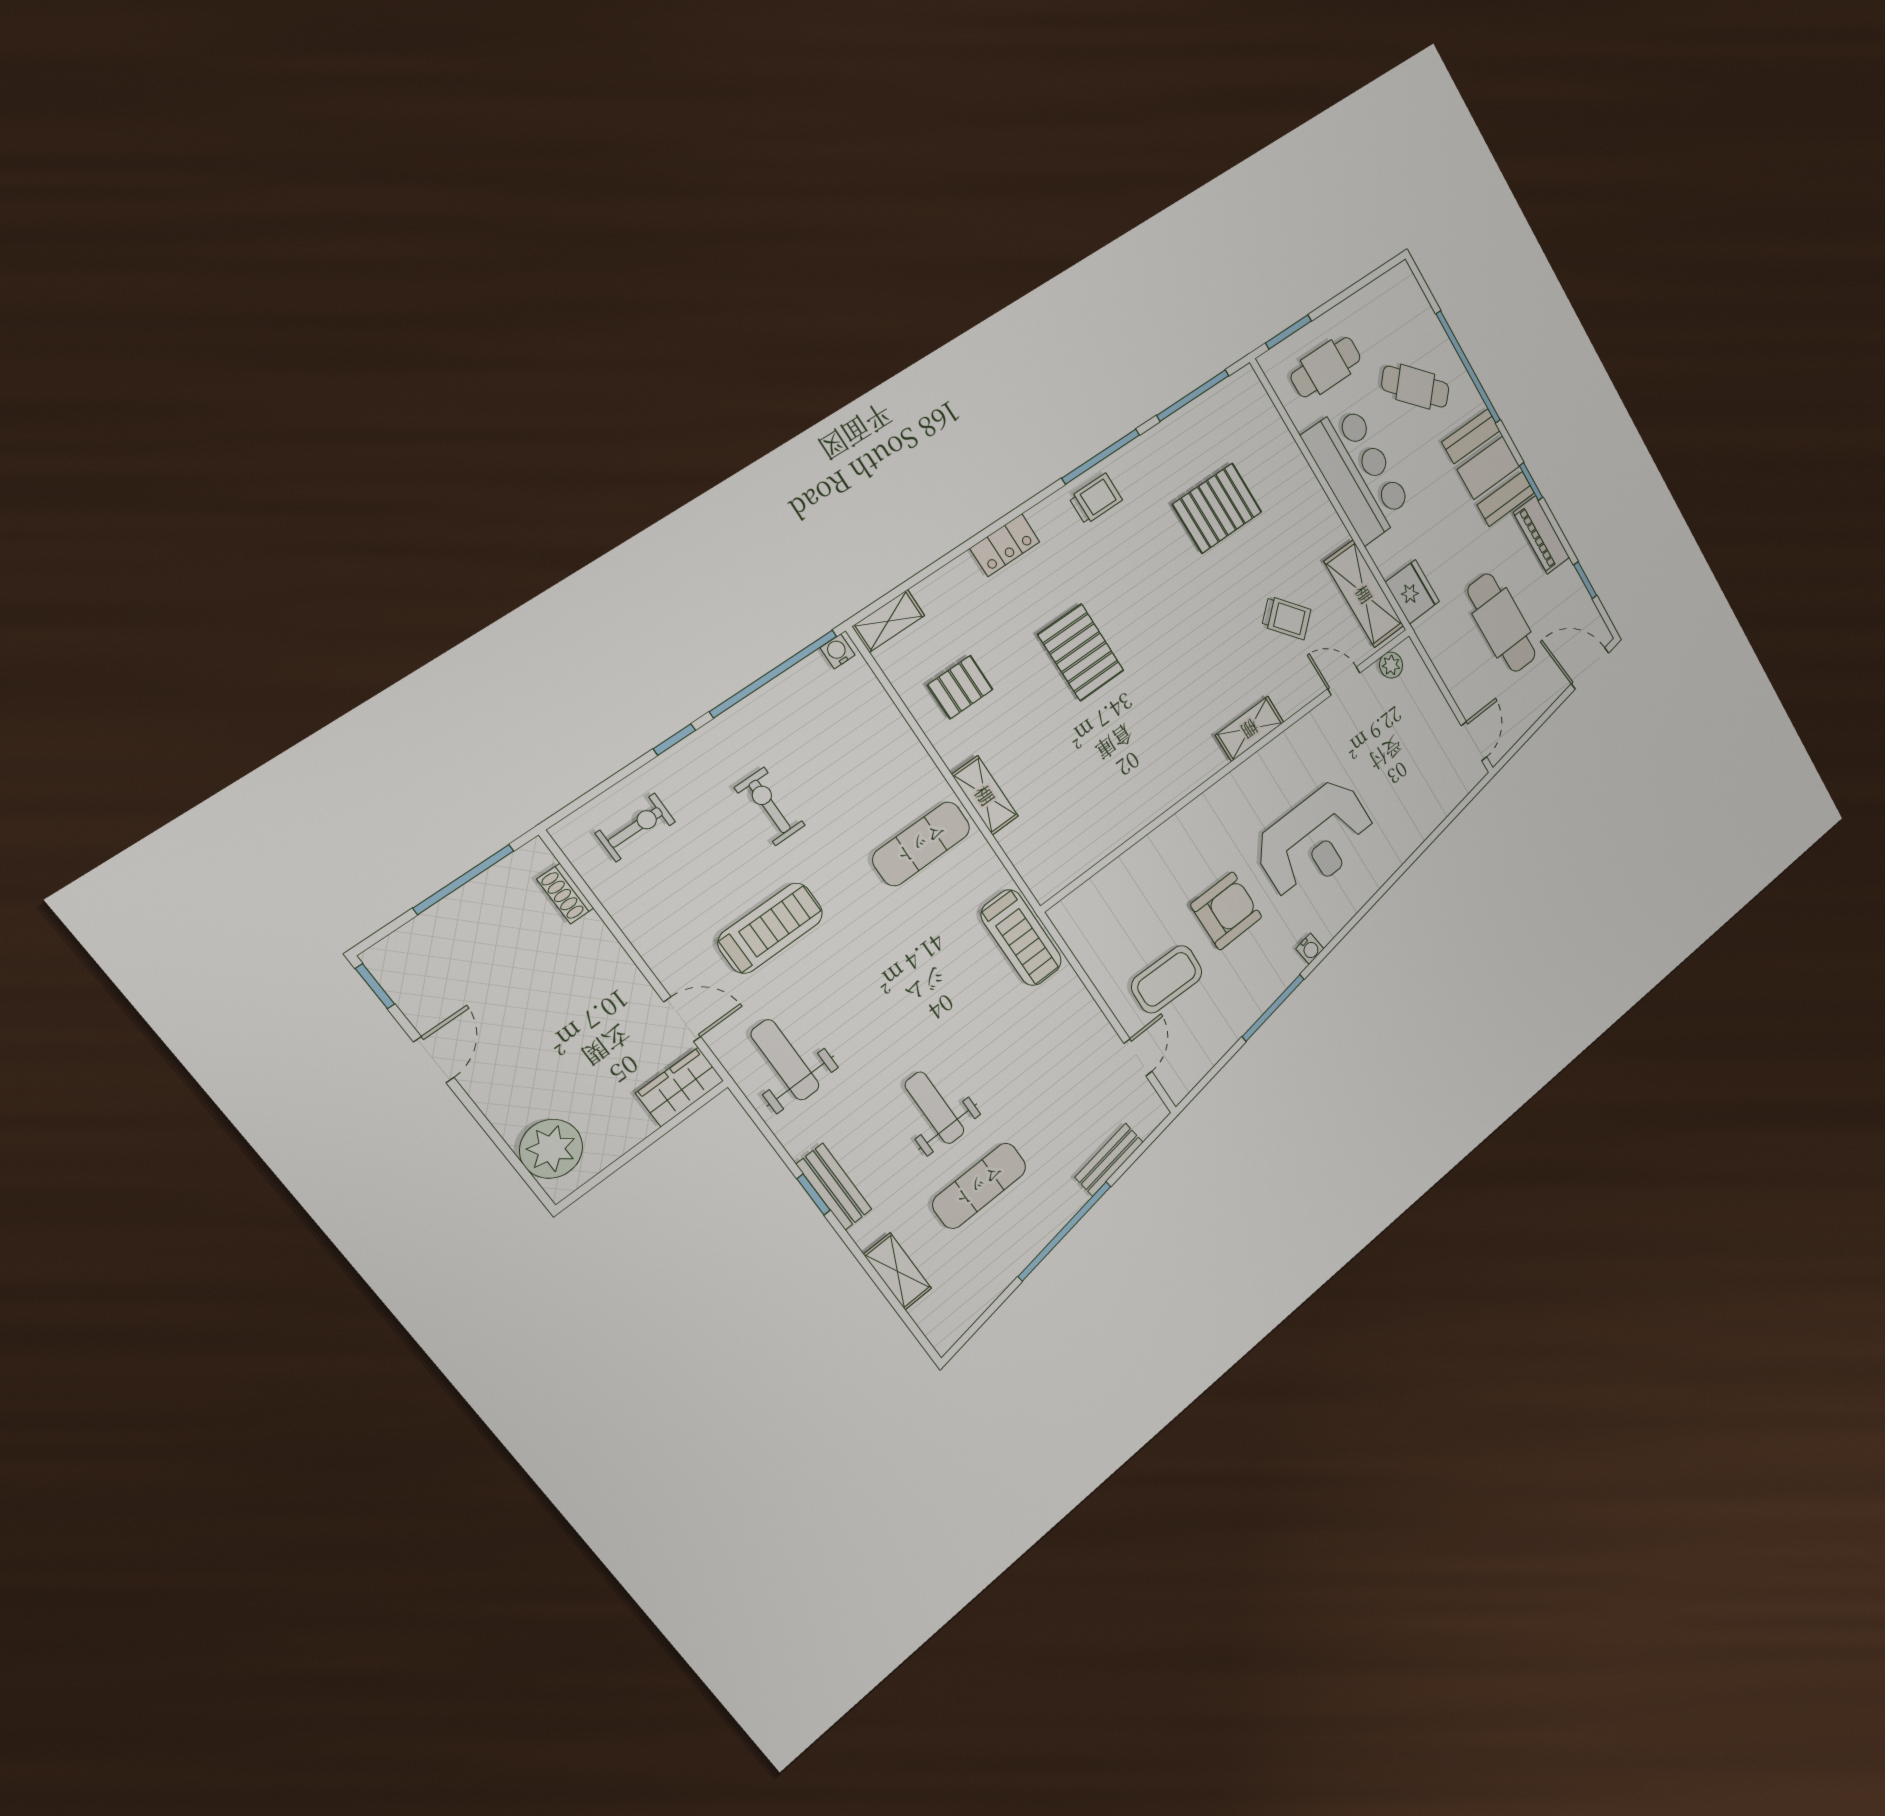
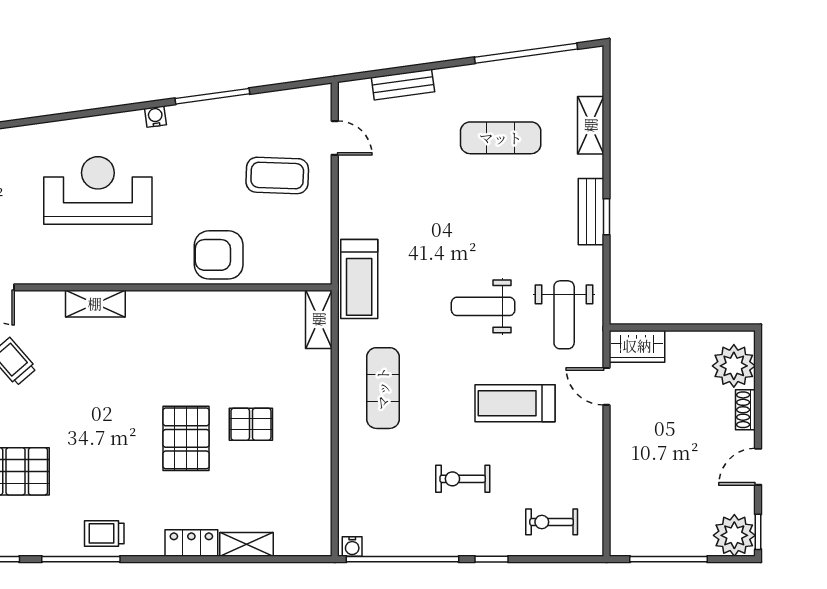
shelving: (889, 621) -> (247, 544), moved
pallet: (960, 687) -> (251, 424), moved
shelving: (985, 795) -> (319, 319), moved
exercise bike: (770, 806) -> (463, 479), turned 90
exercise mat: (921, 844) -> (383, 388), turned 90
shoe rack: (565, 894) -> (745, 410), moved, turned 180
armchair: (1226, 911) -> (219, 255), moved
treadmill: (1021, 938) -> (359, 279), turned 180
plant: (402, 962) -> (734, 535), added
door: (1138, 1057) -> (335, 138), swing flipped
weight bench: (935, 1108) -> (483, 306), moved, turned 90
window: (1065, 1231) -> (526, 53), moved

